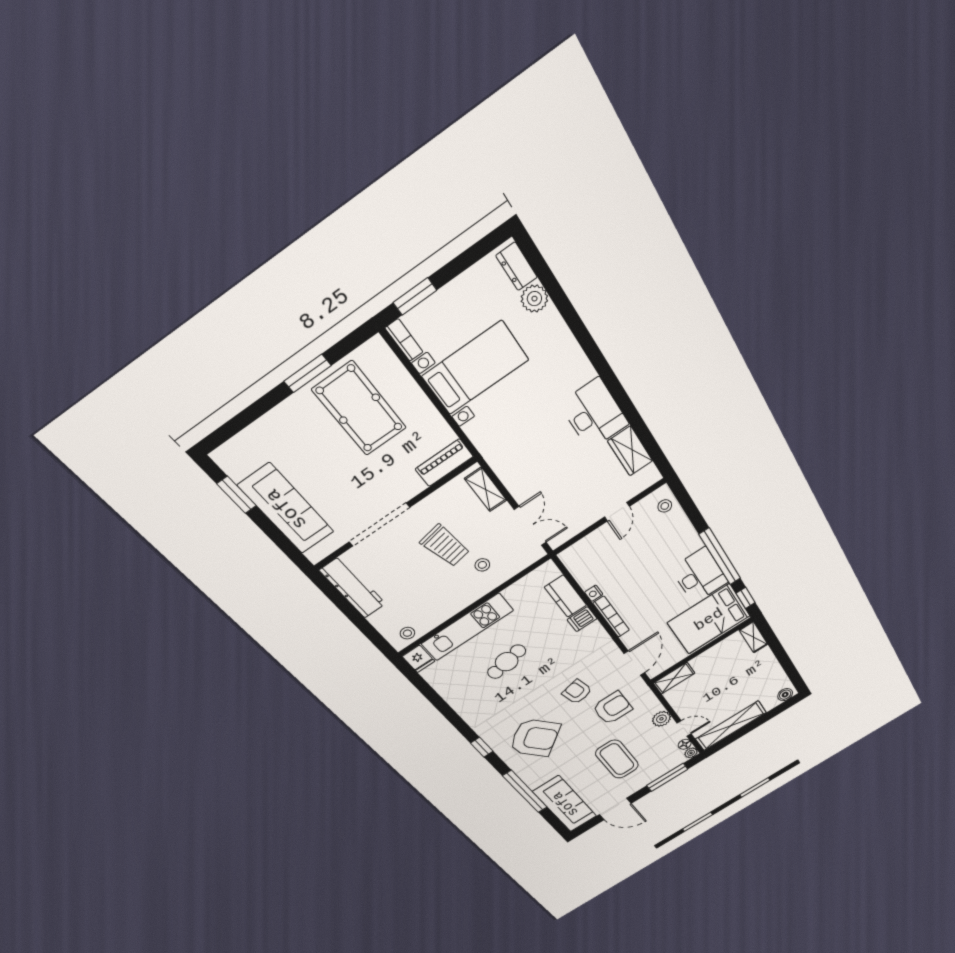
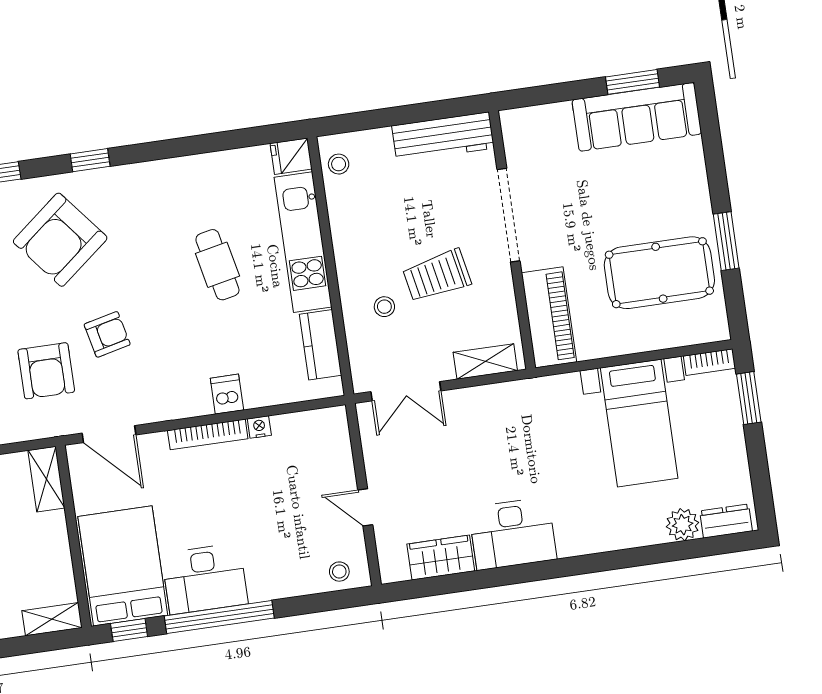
piano: (444, 463) -> (549, 317), width x1.37, depth x1.33
sofa: (286, 509) -> (637, 117), moved
kitchen counter: (566, 596) -> (321, 345), moved, turned -90

